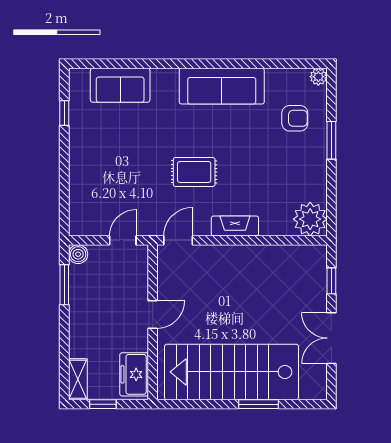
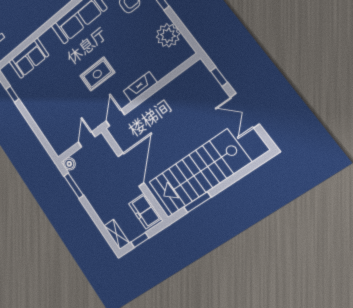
plant: (310, 219) -> (168, 35), moved
door: (153, 314) -> (131, 170), width x1.87
window: (259, 404) -> (197, 202), moved

